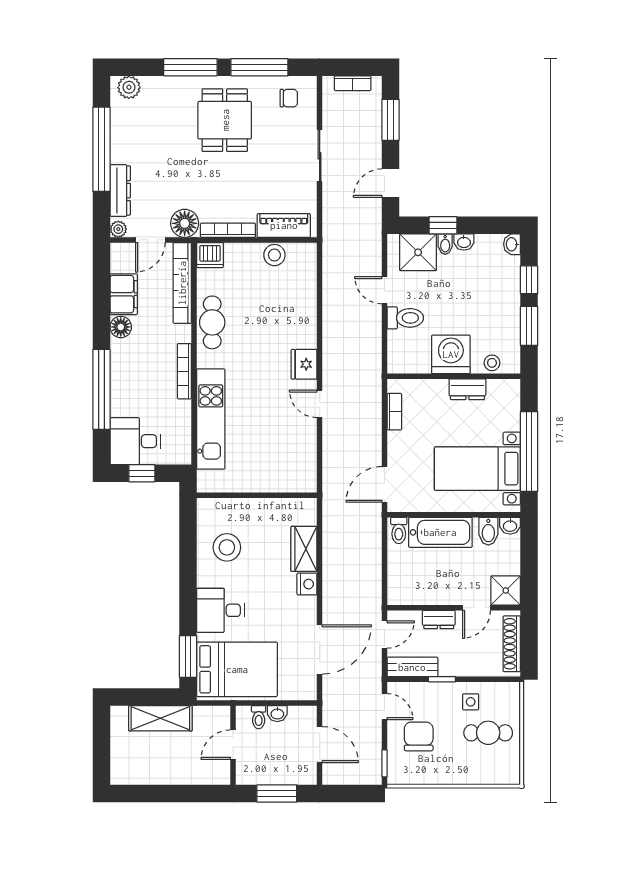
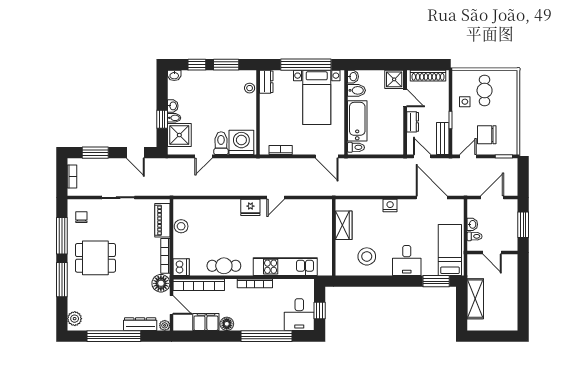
washing machine: (451, 354) -> (241, 142), moved, turned 90
dresser: (467, 389) -> (266, 82), moved
wardrobe: (304, 549) -> (344, 225), moved, turned -90
bed: (237, 669) -> (450, 250), width x0.67

